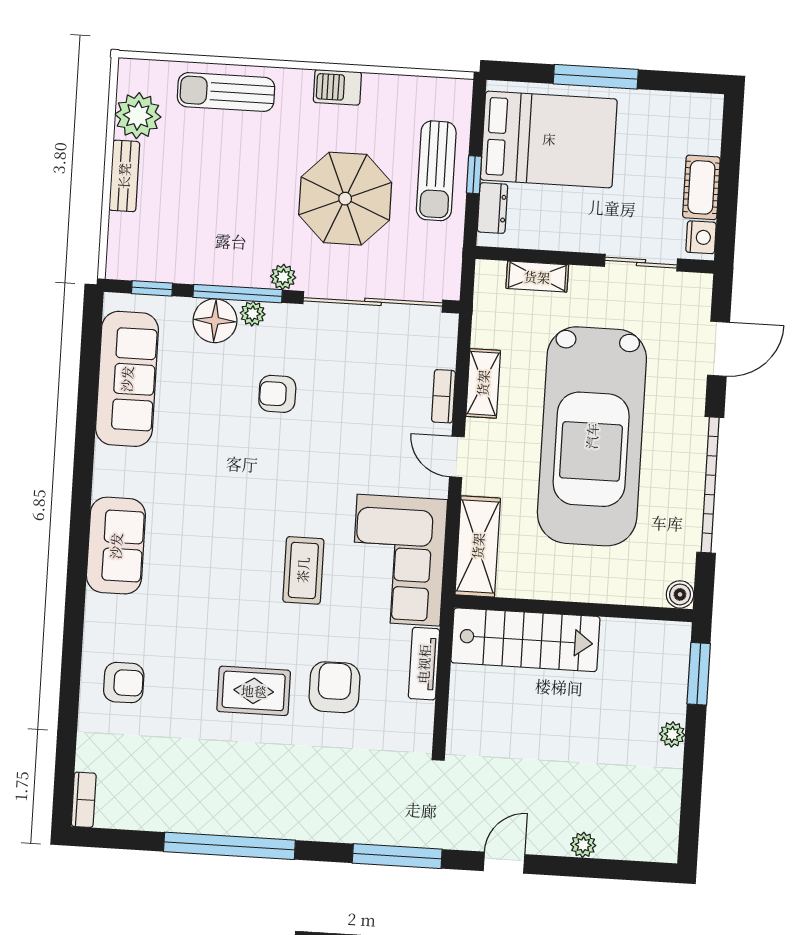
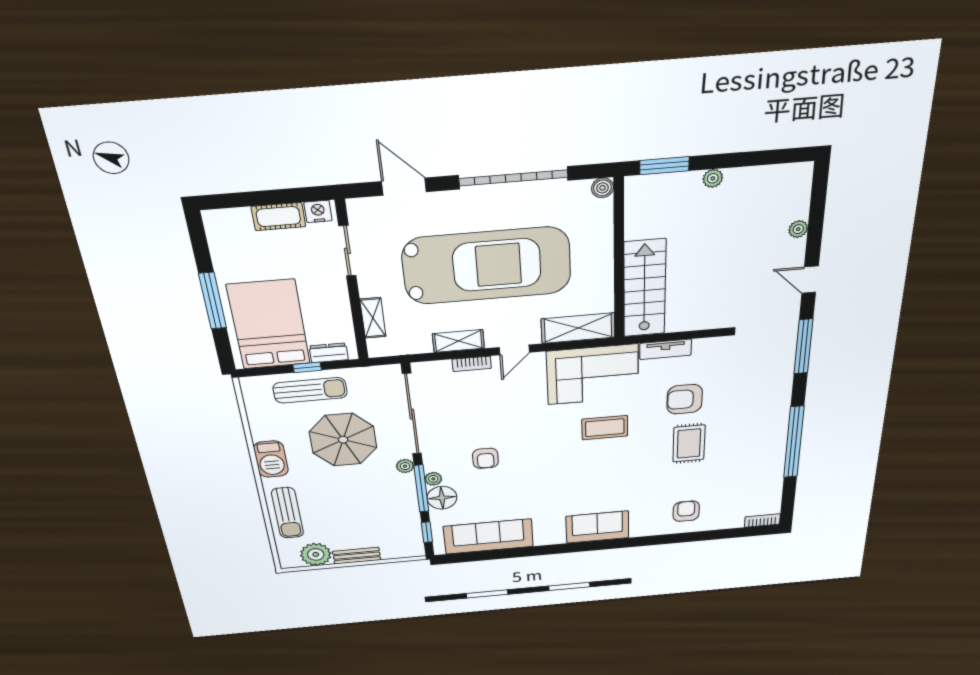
barbecue: (337, 87) -> (271, 459), width x1.38, depth x1.27

